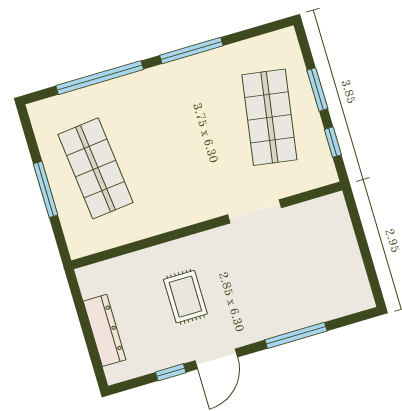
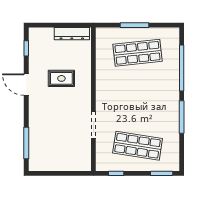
window: (317, 89) -> (162, 173), moved
dresser: (105, 330) -> (72, 34), moved
window: (296, 335) -> (26, 143), moved
window: (171, 372) -> (26, 48), moved

